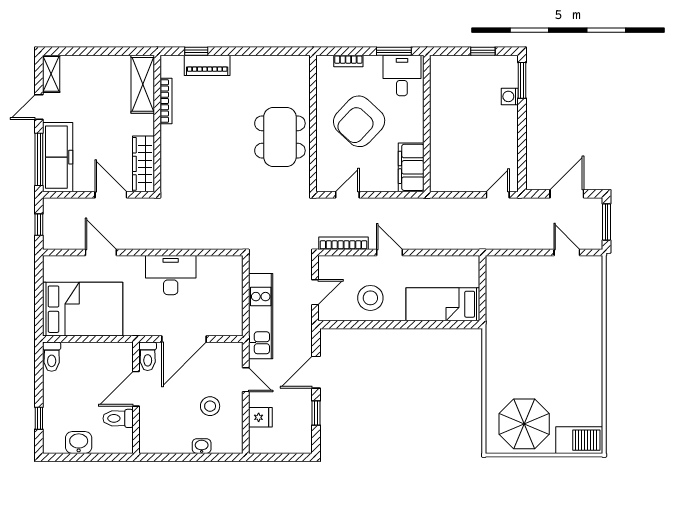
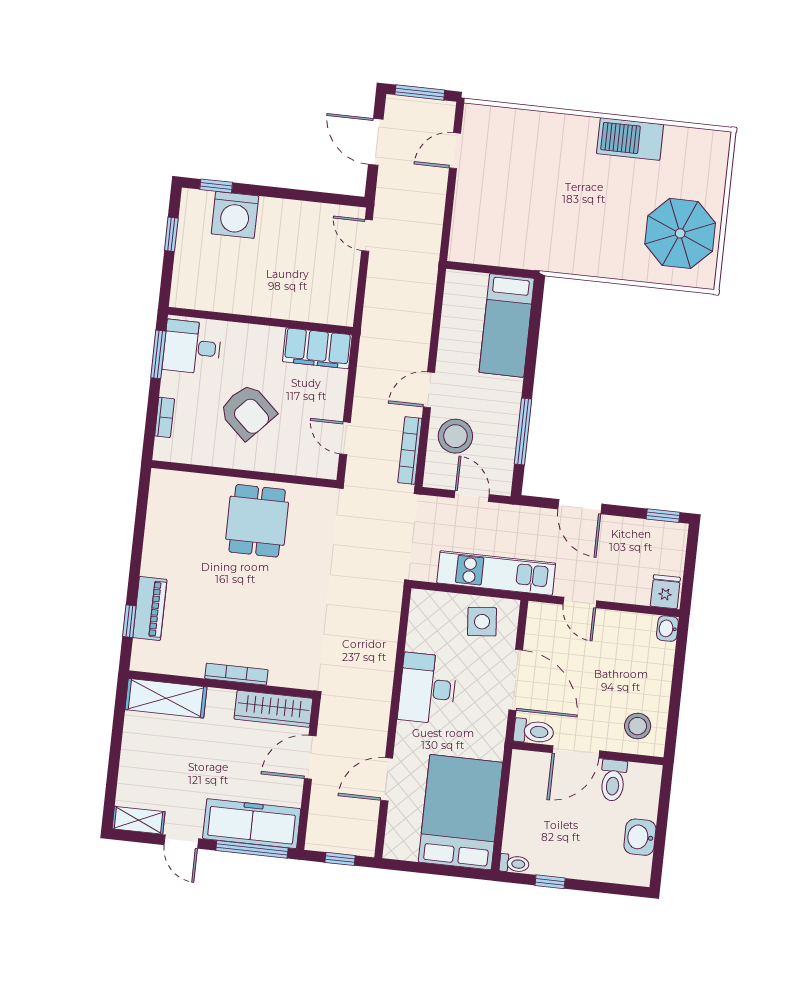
window: (522, 80) -> (216, 186), width x0.67
washing machine: (510, 96) -> (235, 215), width x1.89, depth x1.89
bookcase: (166, 101) -> (236, 674), moved
armchair: (359, 121) -> (248, 412), width x0.73, depth x0.73
dining table: (280, 137) -> (257, 521), width x0.73
stool: (370, 298) -> (455, 436), moved
side table: (224, 310) -> (482, 622), added
window: (366, 325) -> (523, 431), added
toilet: (52, 357) -> (514, 864), width x0.73, depth x0.72
door: (246, 380) -> (580, 602), swing flipped
door: (136, 389) -> (576, 752), hinge flipped
stool: (210, 406) -> (638, 726), moved
window: (316, 413) -> (663, 516), moved
fridge: (260, 417) -> (665, 592), moved
window: (39, 418) -> (550, 882), moved
barbecue: (579, 440) -> (630, 139), moved, turned -90
washbasin: (202, 446) -> (667, 629), moved

